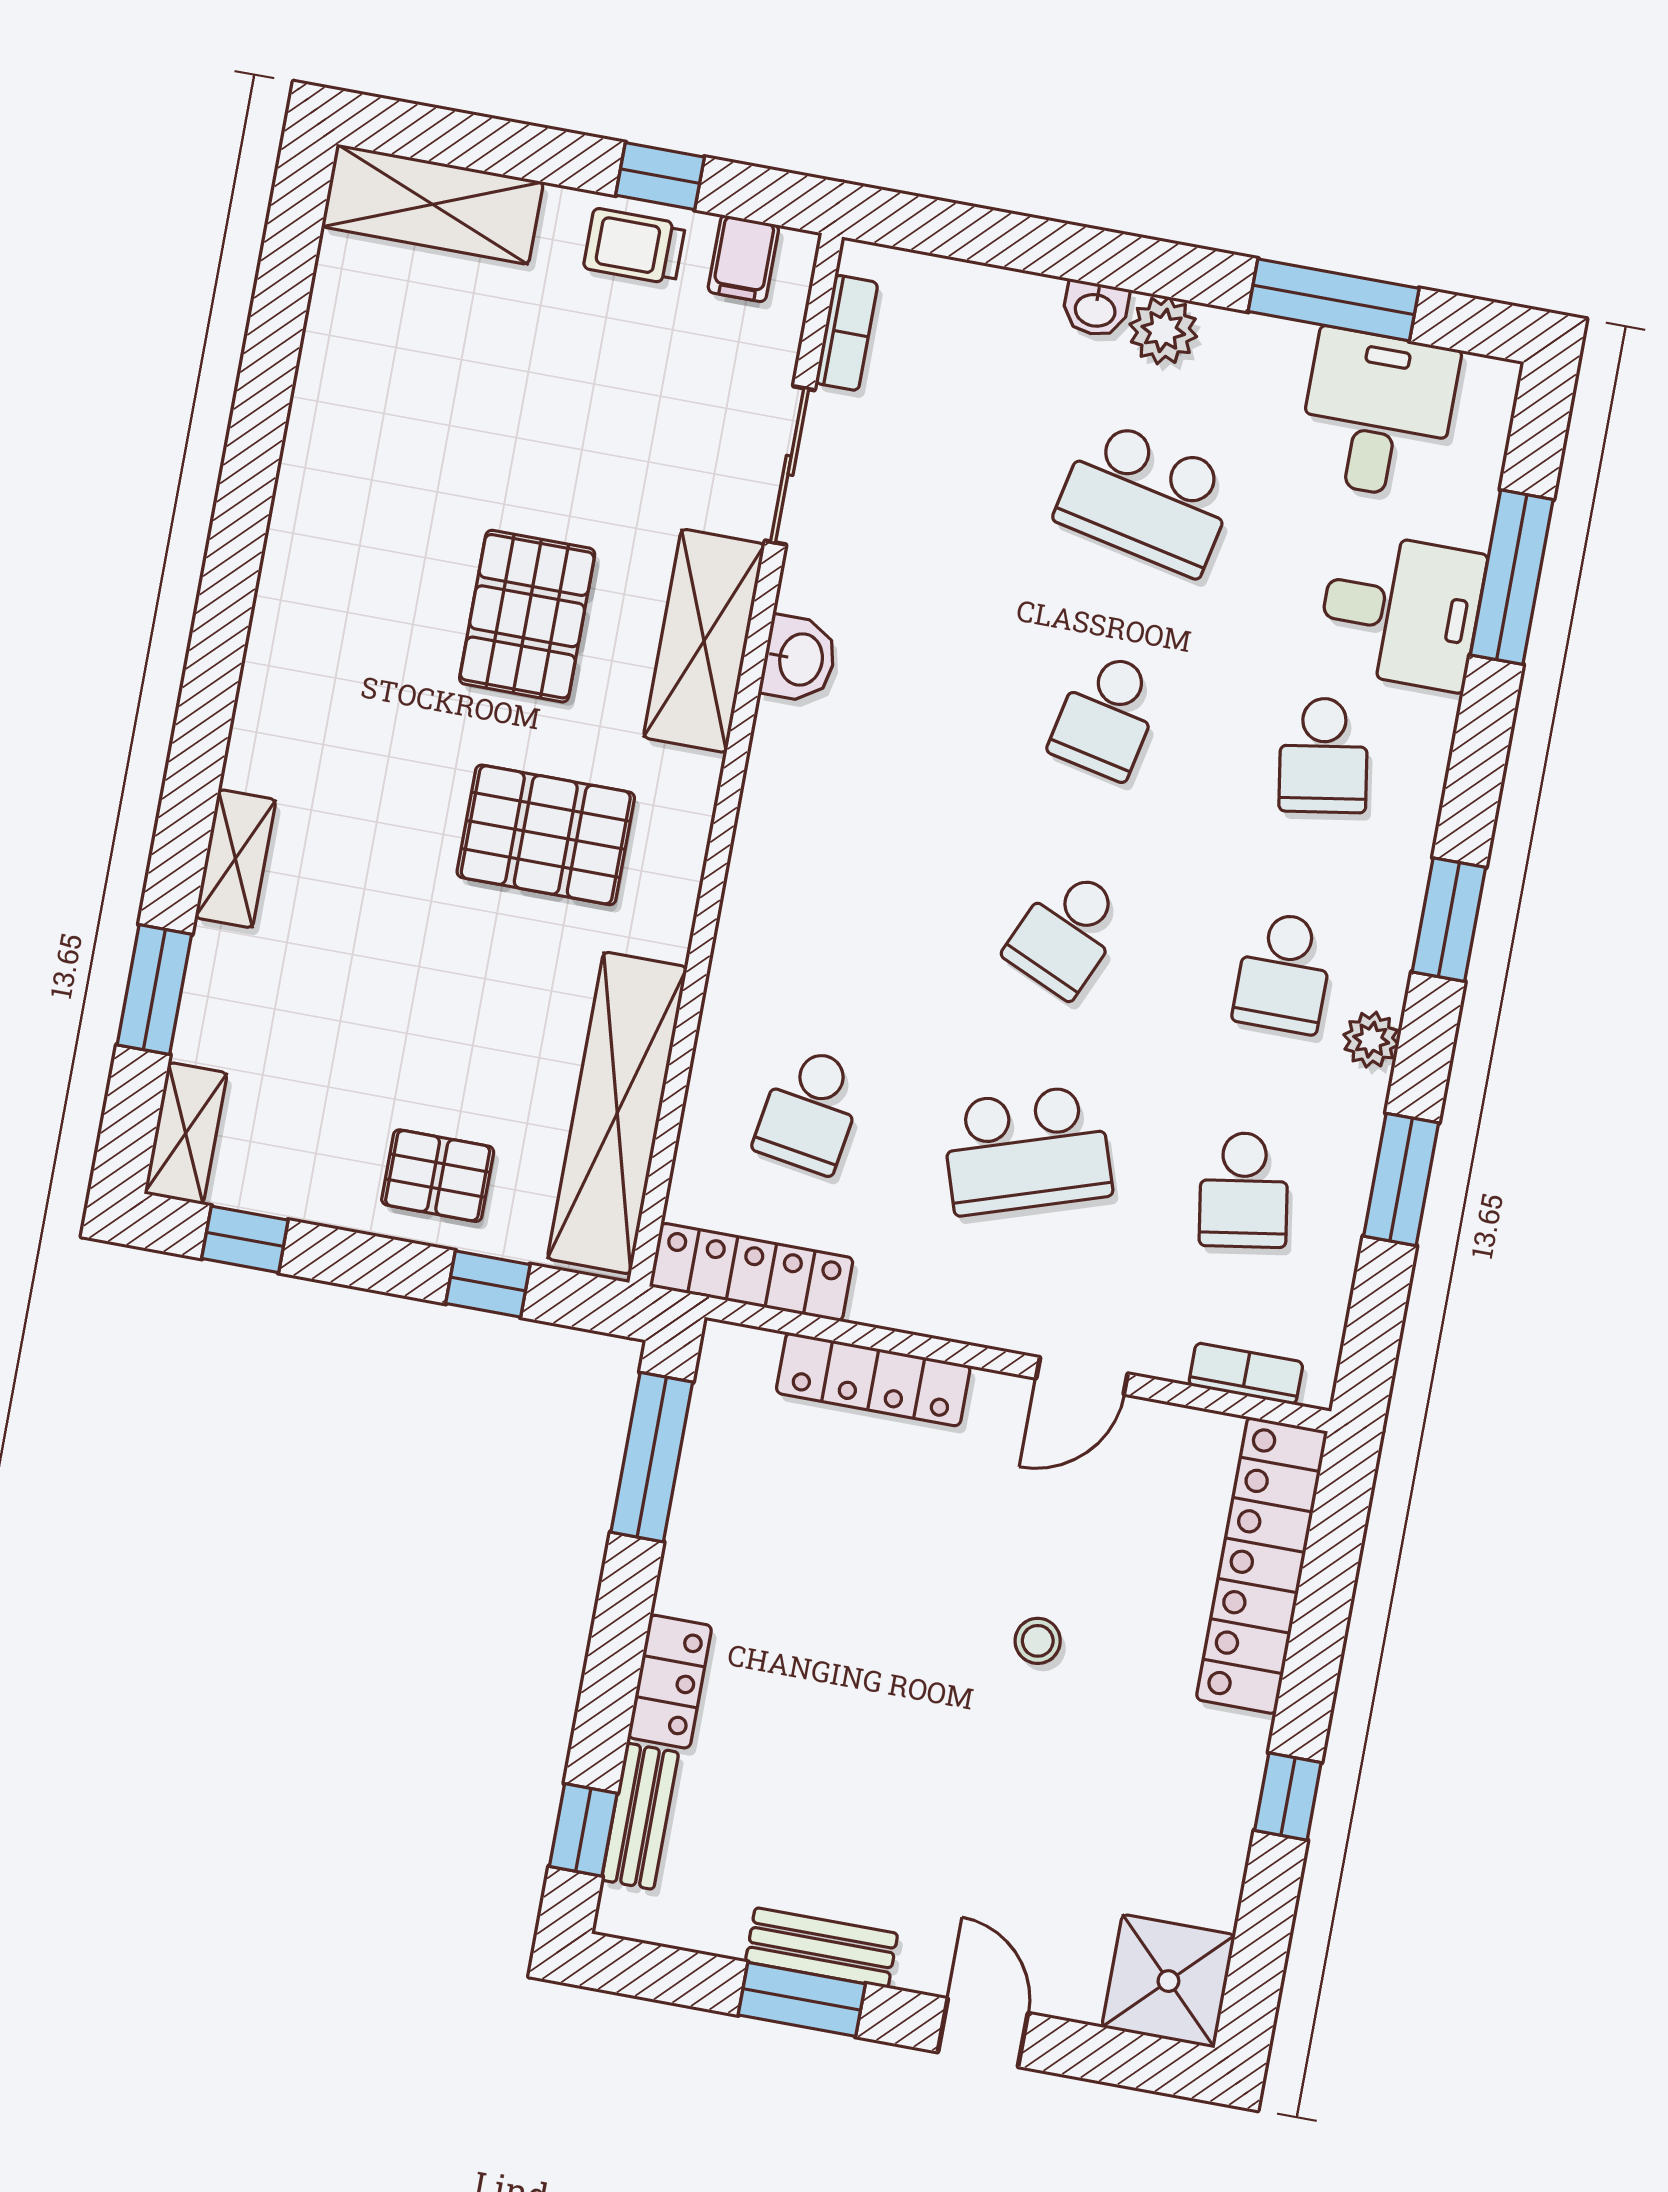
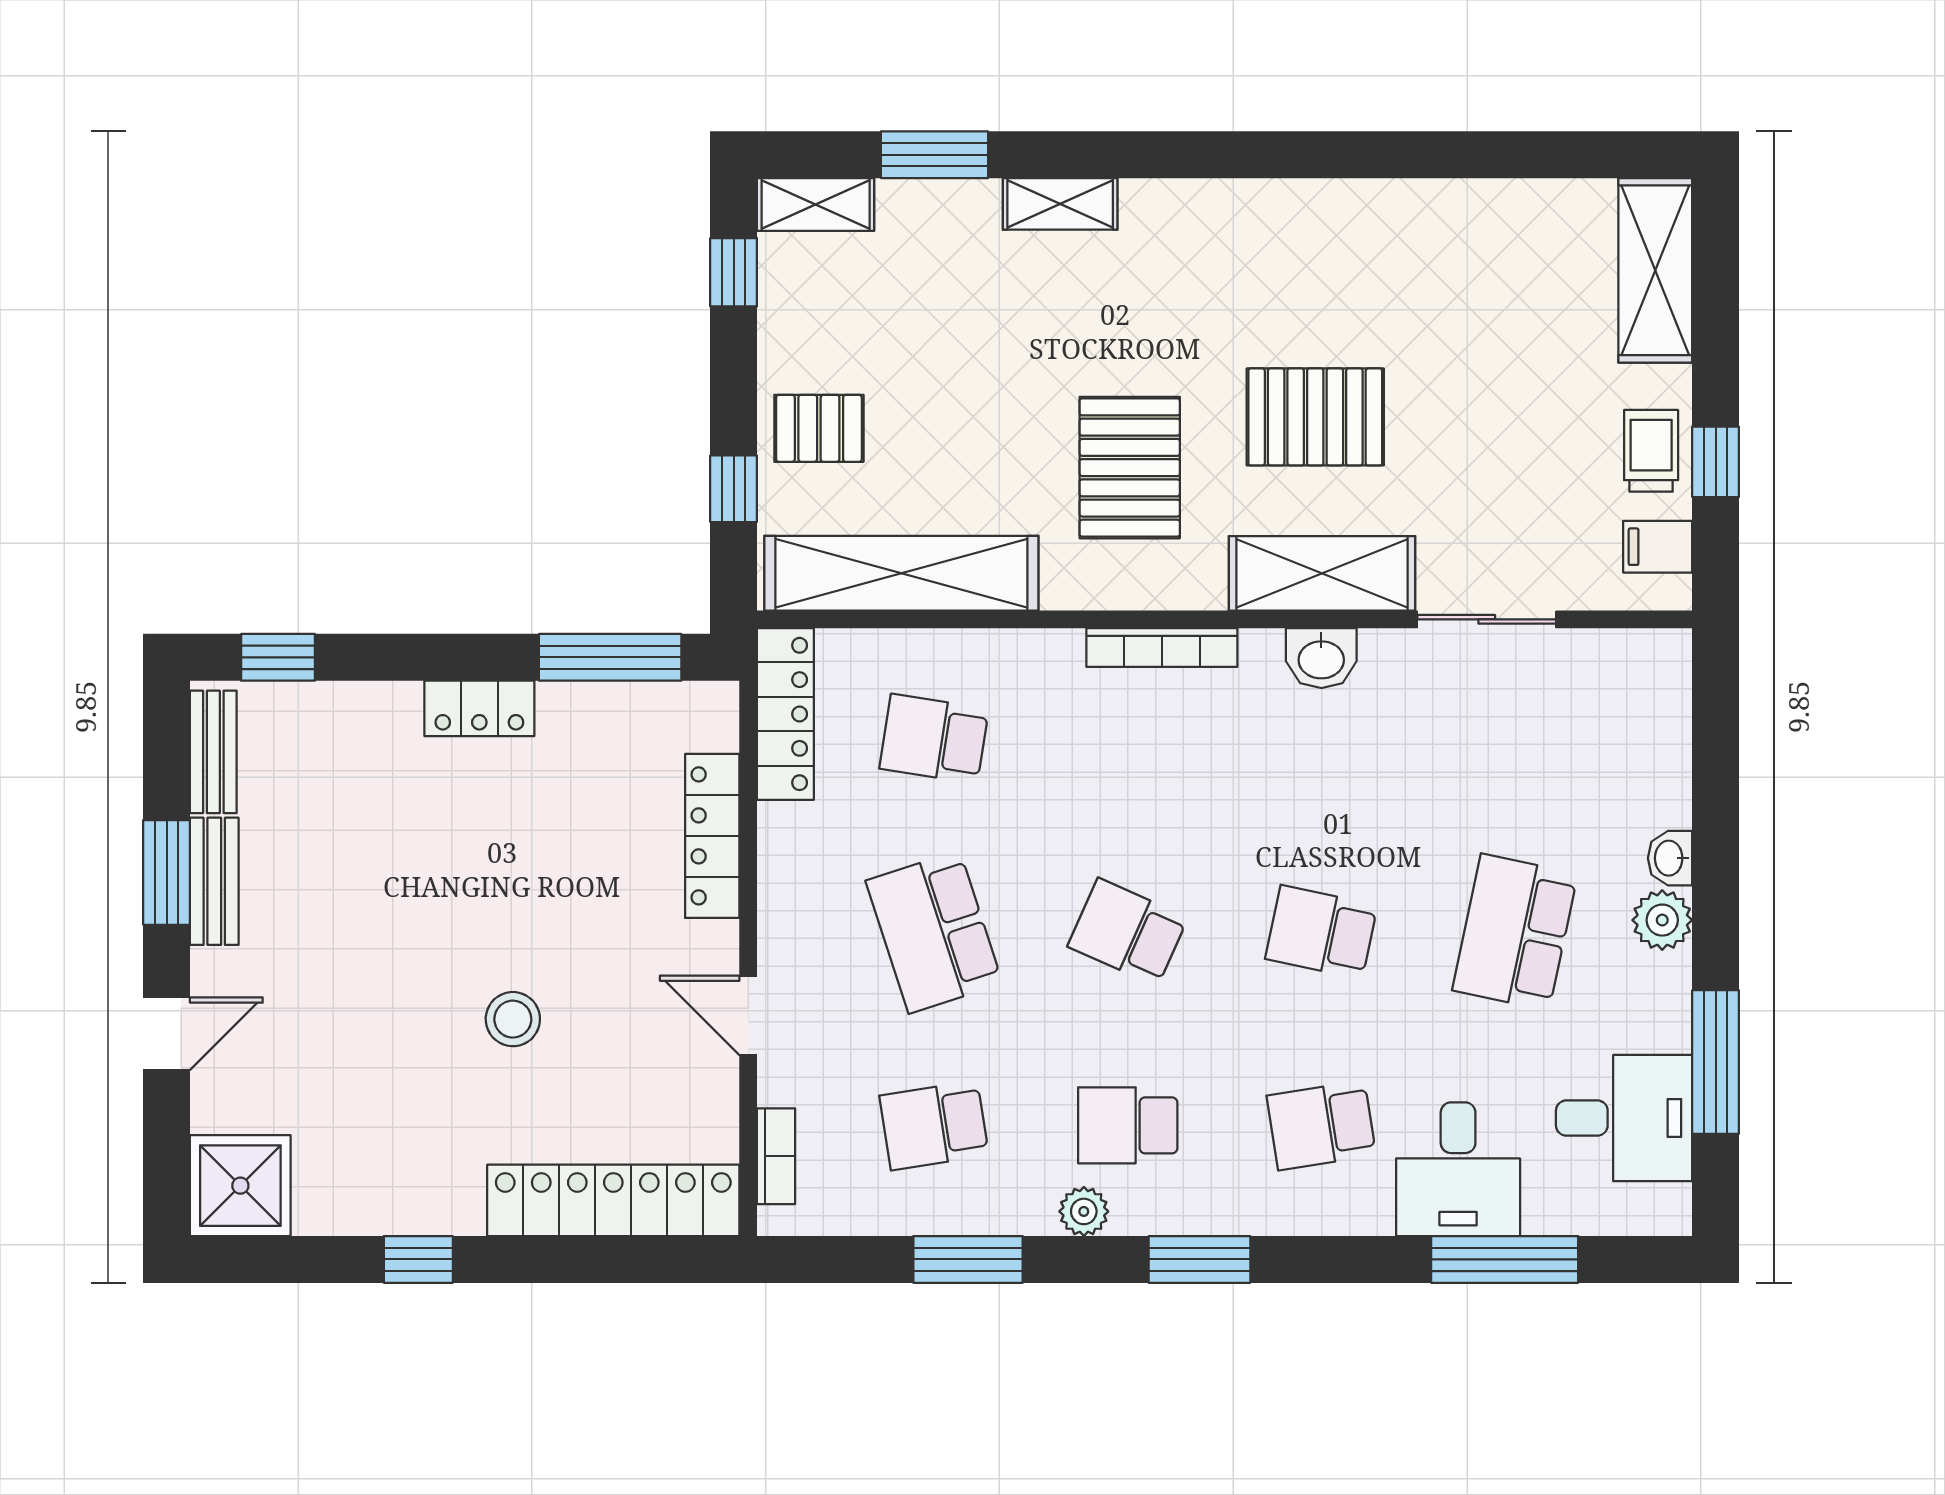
bookcase: (847, 333) -> (1162, 647), moved, width x1.56
pallet: (438, 1176) -> (819, 428), turned 90
stool: (1038, 1641) -> (513, 1019), width x1.37, depth x1.37
locker: (670, 1682) -> (479, 708), moved
bench: (640, 1816) -> (213, 752), moved, turned 90

